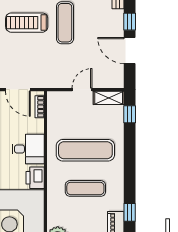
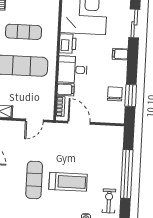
door: (82, 90) -> (34, 120), moved
filing cabinet: (35, 126) -> (66, 89), added

